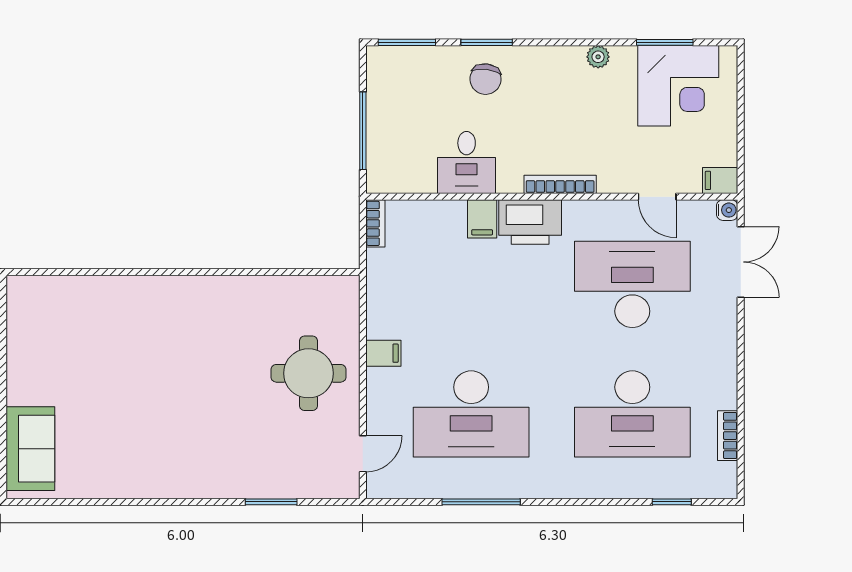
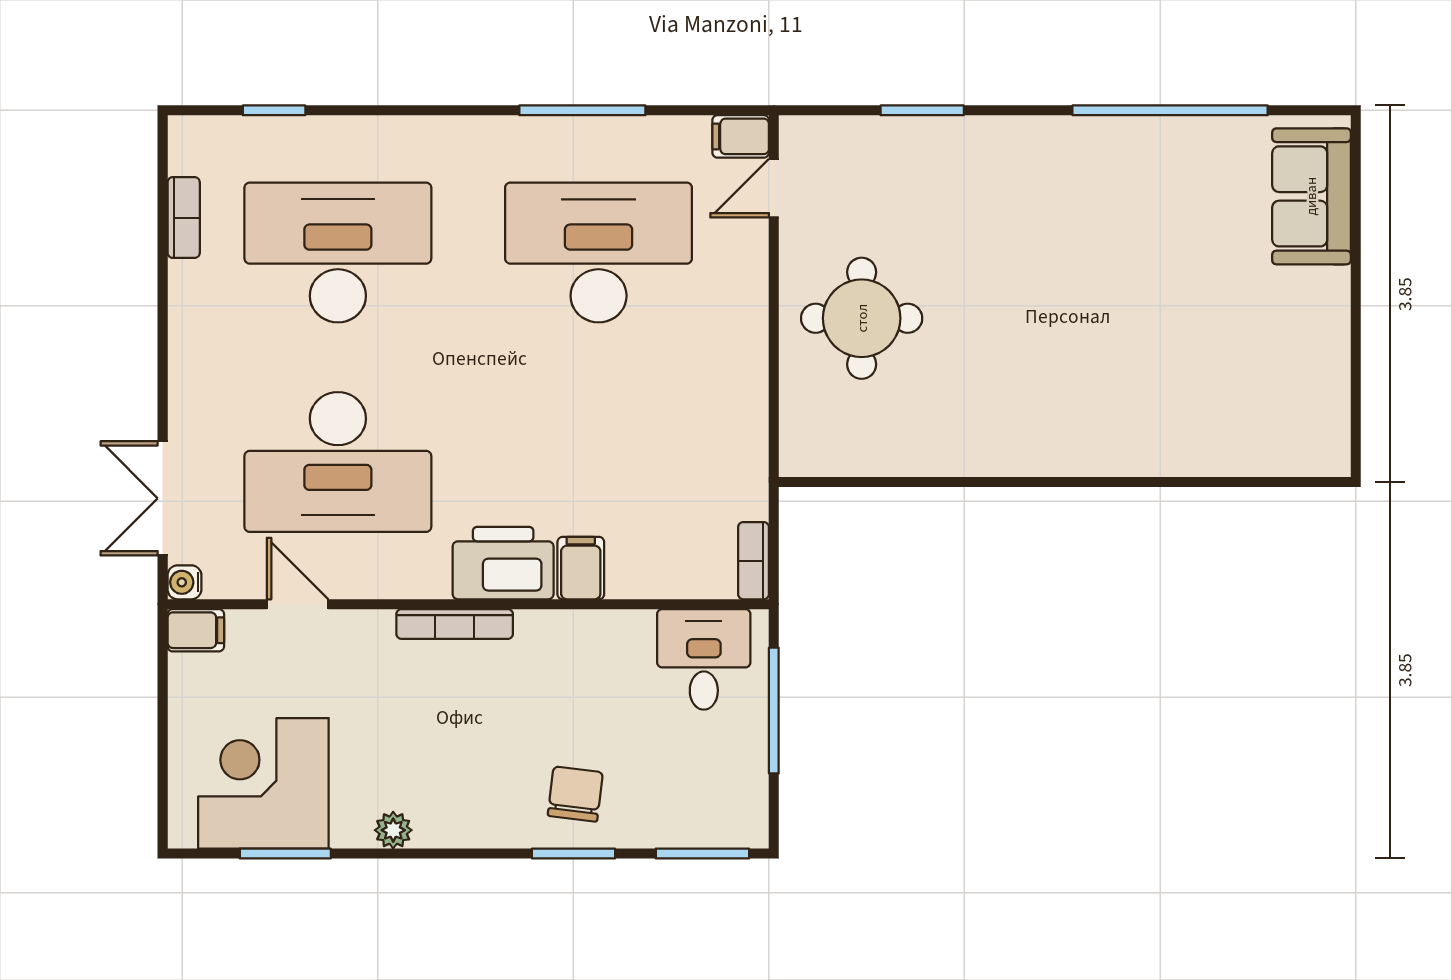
desk: (467, 162) -> (704, 659), moved
filing cabinet: (383, 353) -> (741, 136), moved
window: (118, 502) -> (1170, 110), added

